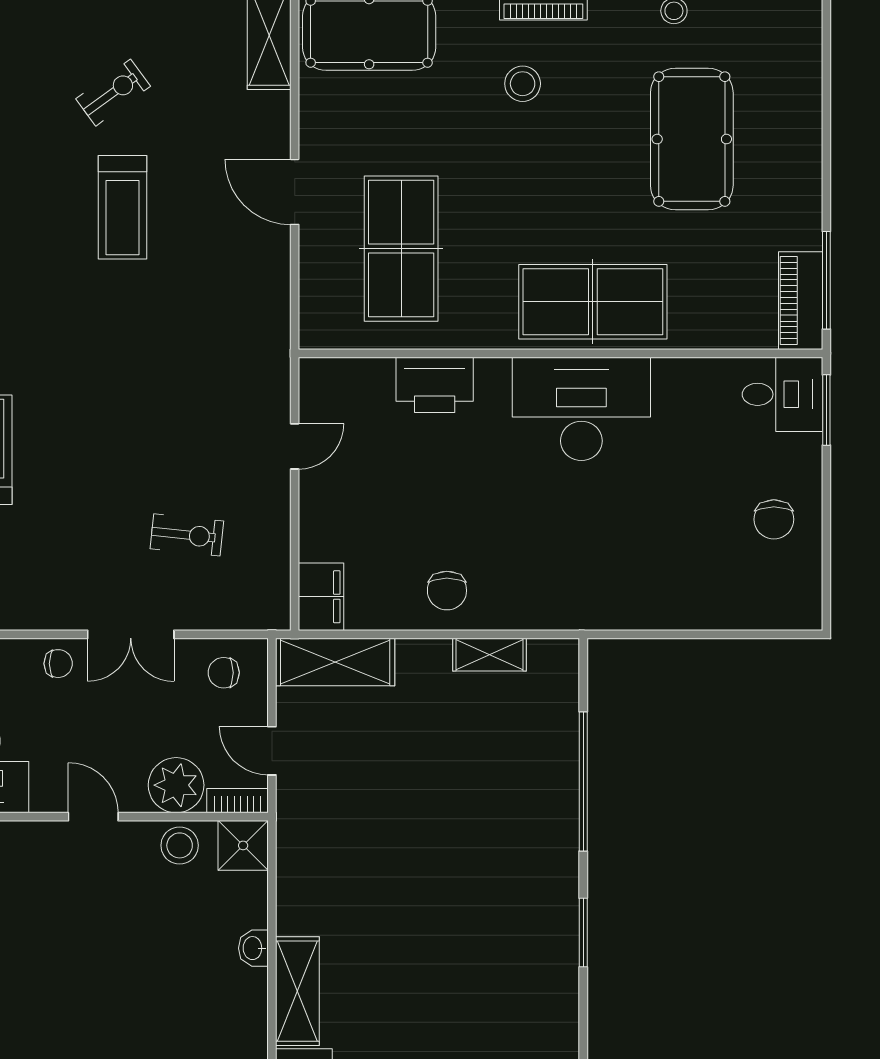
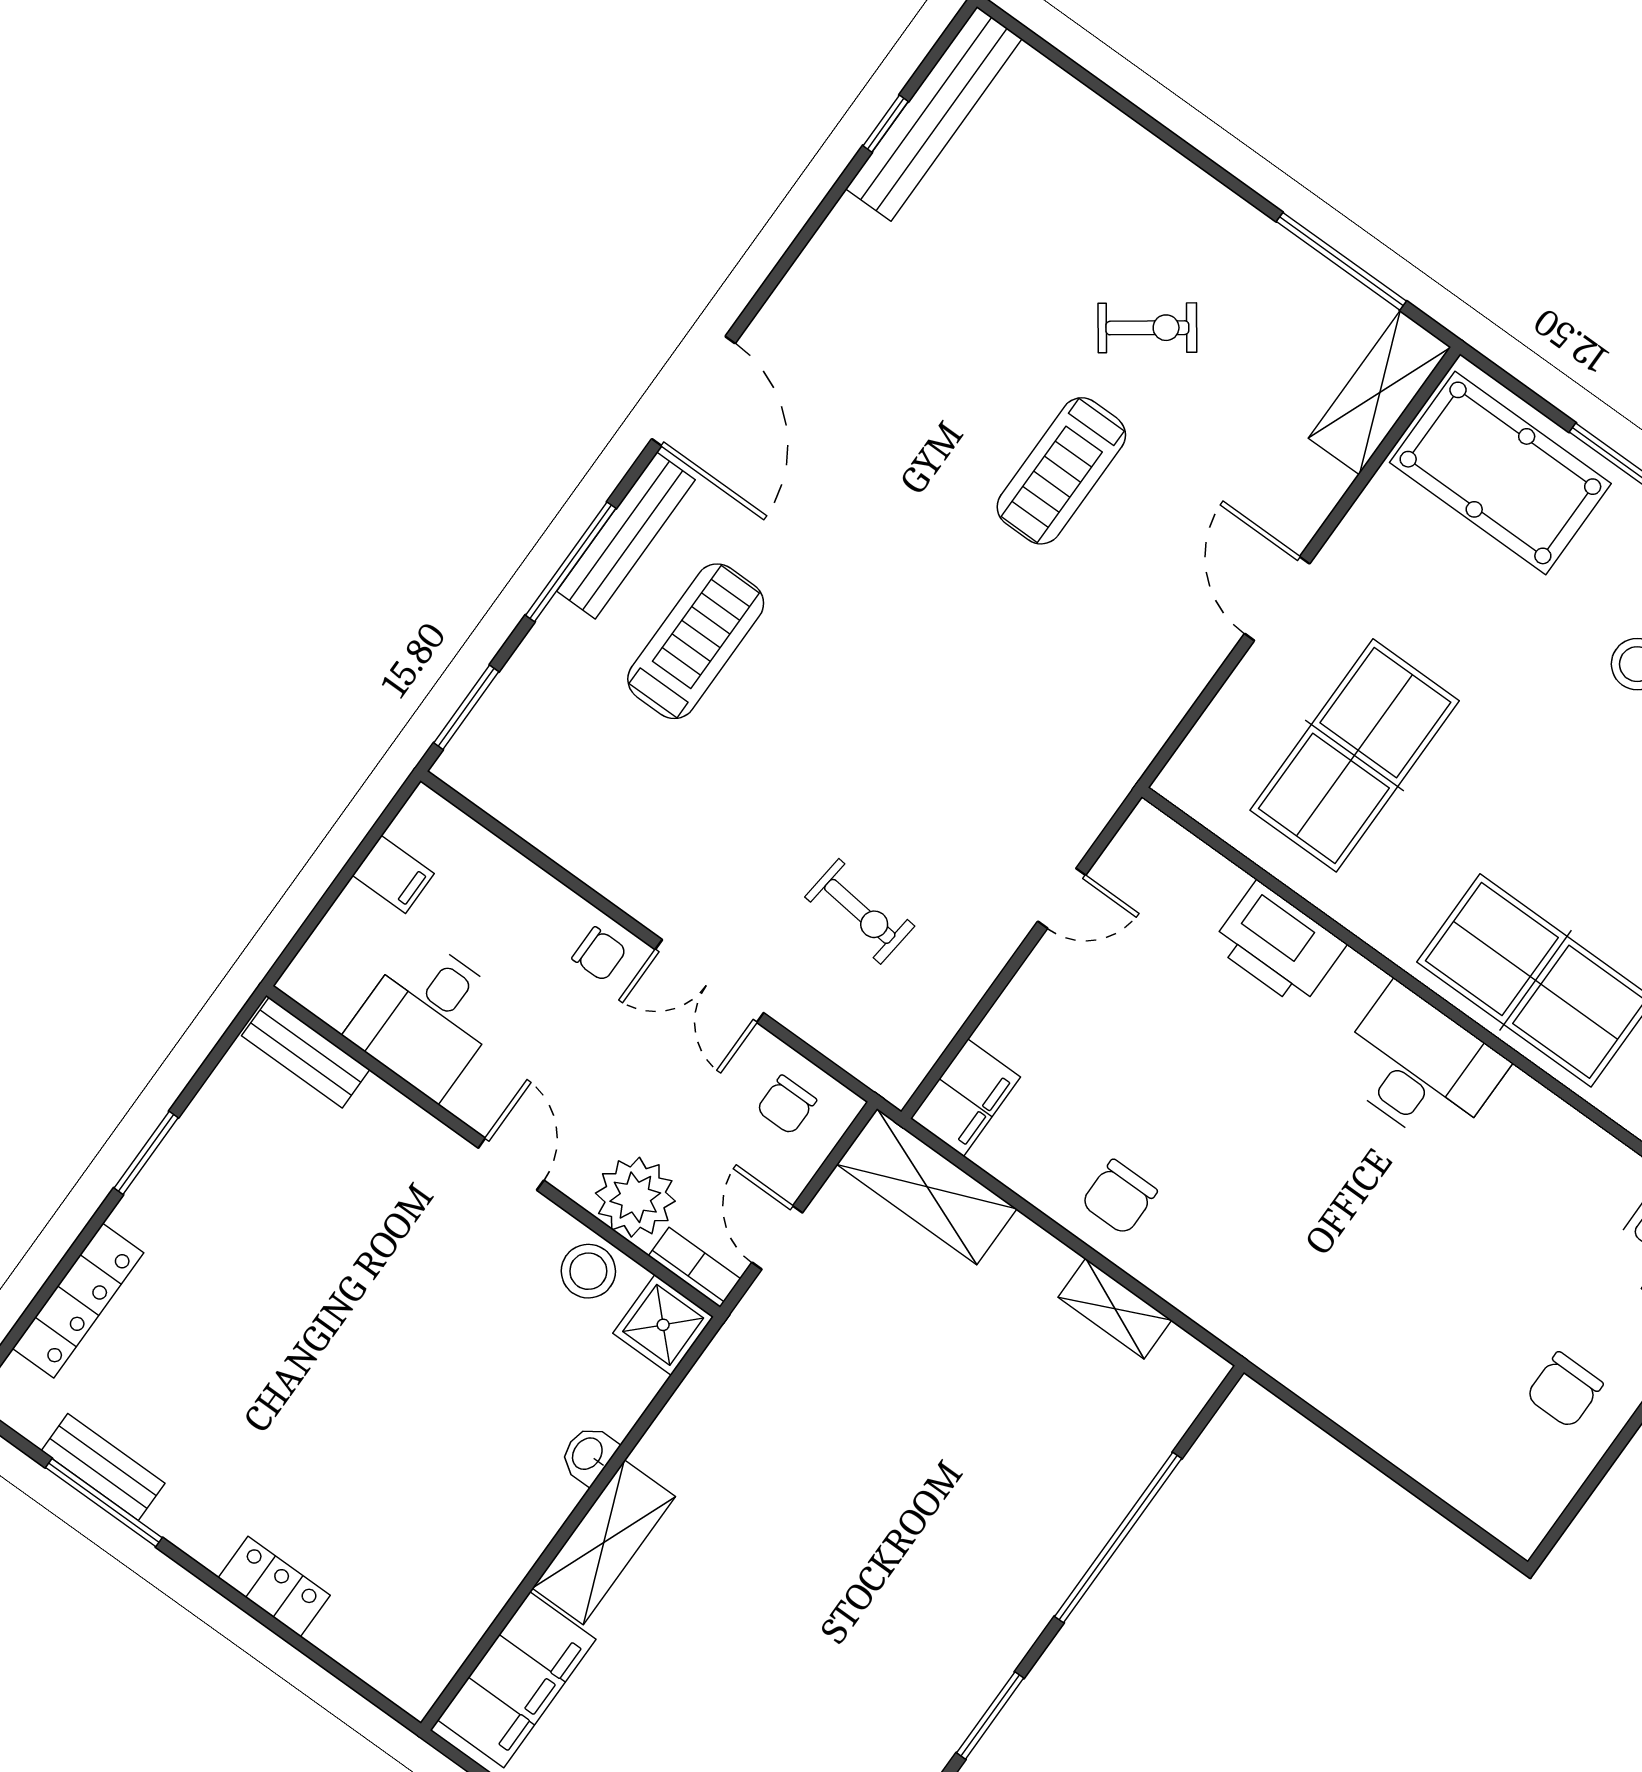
desk: (581, 409) -> (1420, 1067), width x0.73, depth x0.77
chair: (224, 673) -> (786, 1105), turned -90

